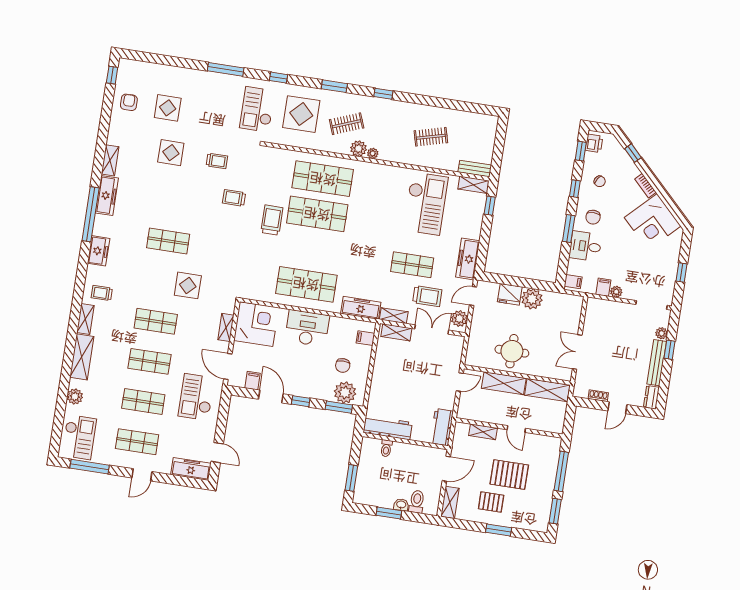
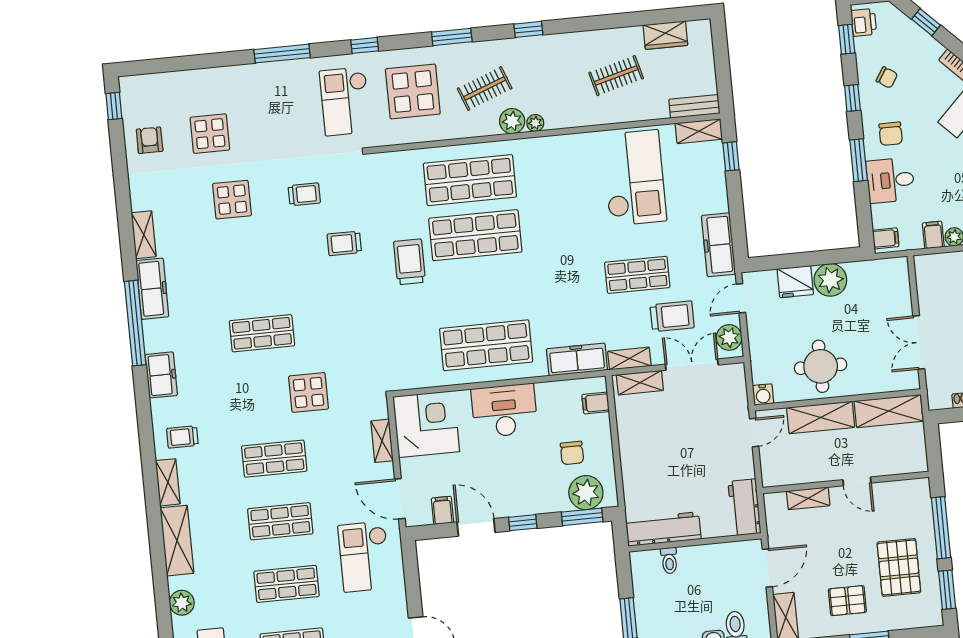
wardrobe: (468, 119) -> (665, 35), added
water cooler: (471, 360) -> (763, 394), added
pallet: (509, 475) -> (899, 567), moved, turned 90

